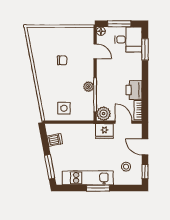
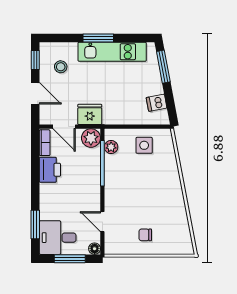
chair: (62, 60) -> (145, 235), moved
plant: (89, 87) -> (111, 147), moved

